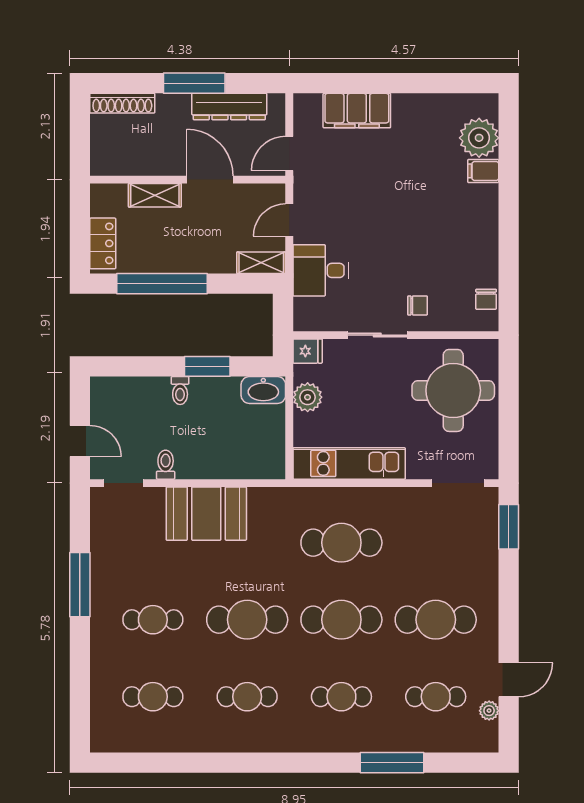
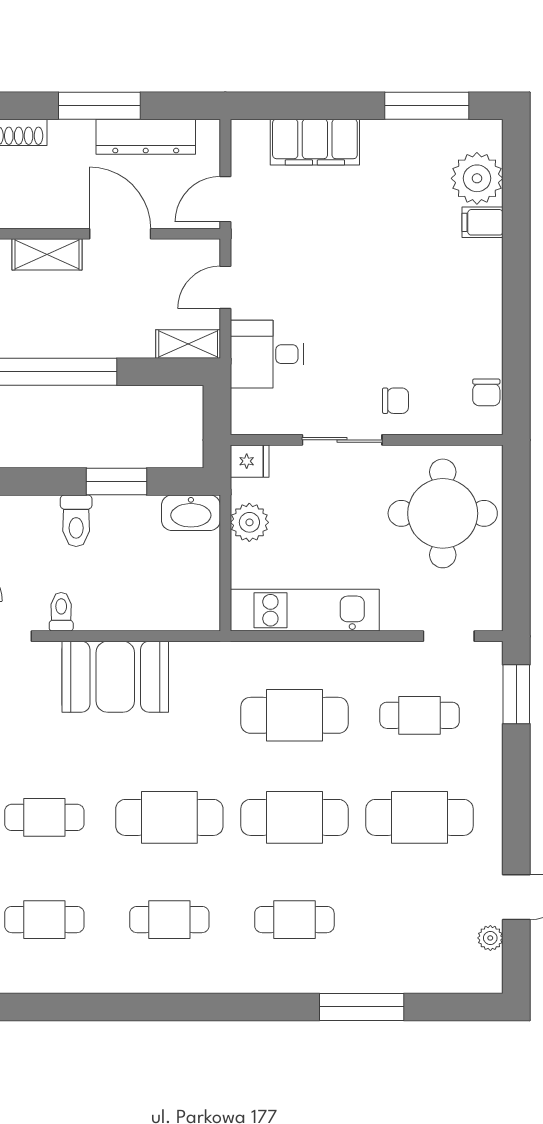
window: (441, 83) -> (427, 106), added
toilet: (180, 391) -> (76, 521), width x1.37, depth x1.39
doorway: (458, 483) -> (449, 636), width x0.73
cafe table: (436, 697) -> (420, 715), moved

